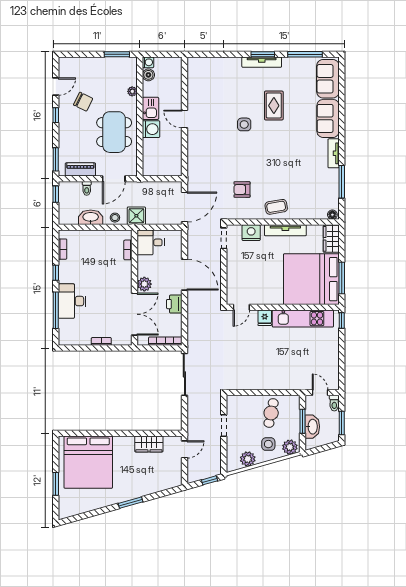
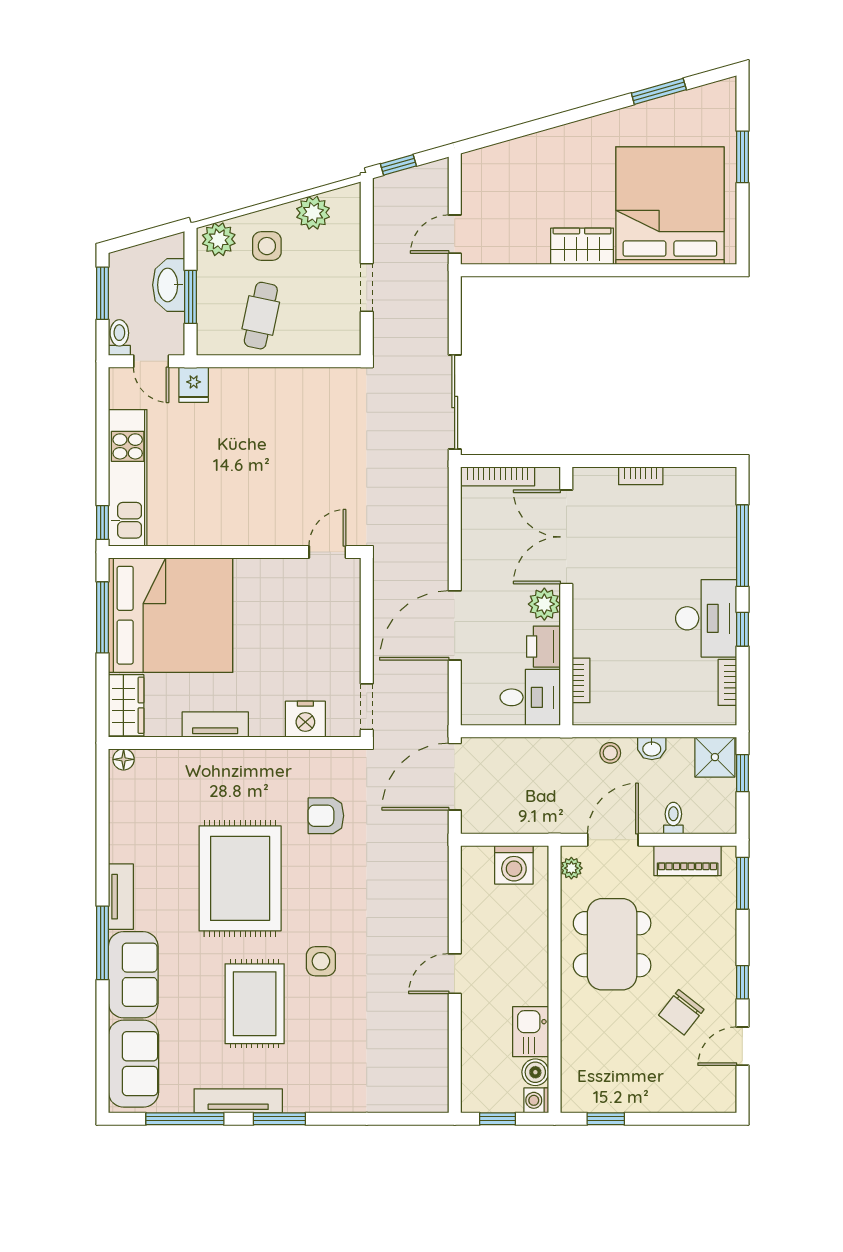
window: (117, 54) -> (606, 1119), width x0.67
window: (165, 54) -> (498, 1119), added
tv unit: (262, 62) -> (238, 1101), moved
plant: (132, 91) -> (571, 868), moved
chair: (83, 102) -> (681, 1012), turned -78
rug: (274, 106) -> (255, 1004), width x1.36, depth x1.43
kitchen sink: (151, 108) -> (531, 1032), moved
door: (184, 119) -> (455, 974), swing flipped
washing machine: (151, 129) -> (514, 865), moved, turned -90
rug: (280, 161) -> (240, 878), added
window: (342, 182) -> (102, 943), moved
armchair: (242, 190) -> (326, 816), turned 180
window: (56, 194) -> (742, 773), moved
coffee table: (276, 207) -> (249, 777), removed
shower: (136, 216) -> (715, 757), moved
washbasin: (91, 217) -> (652, 748), width x0.52, depth x0.69
tv unit: (285, 230) -> (215, 724), width x0.71
door: (184, 275) -> (455, 625), hinge flipped
desk: (72, 301) -> (706, 618), moved
printer: (174, 304) -> (543, 647), moved, turned 180
fridge: (265, 318) -> (194, 385), moved, turned 180
kitchen unit: (303, 319) -> (128, 478), moved, turned 90
wardrobe: (149, 444) -> (582, 246), moved
window: (130, 503) -> (659, 91), moved

